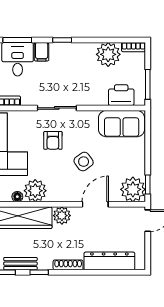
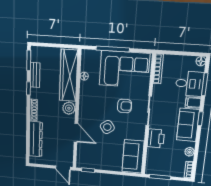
plant: (108, 54) -> (190, 152), width x0.53, depth x0.53
sofa: (72, 55) -> (188, 125), added
printer: (121, 95) -> (156, 138), moved
armchair: (53, 140) -> (125, 106), turned 180
plant: (133, 189) -> (85, 160), removed
plant: (35, 191) -> (88, 90), removed

